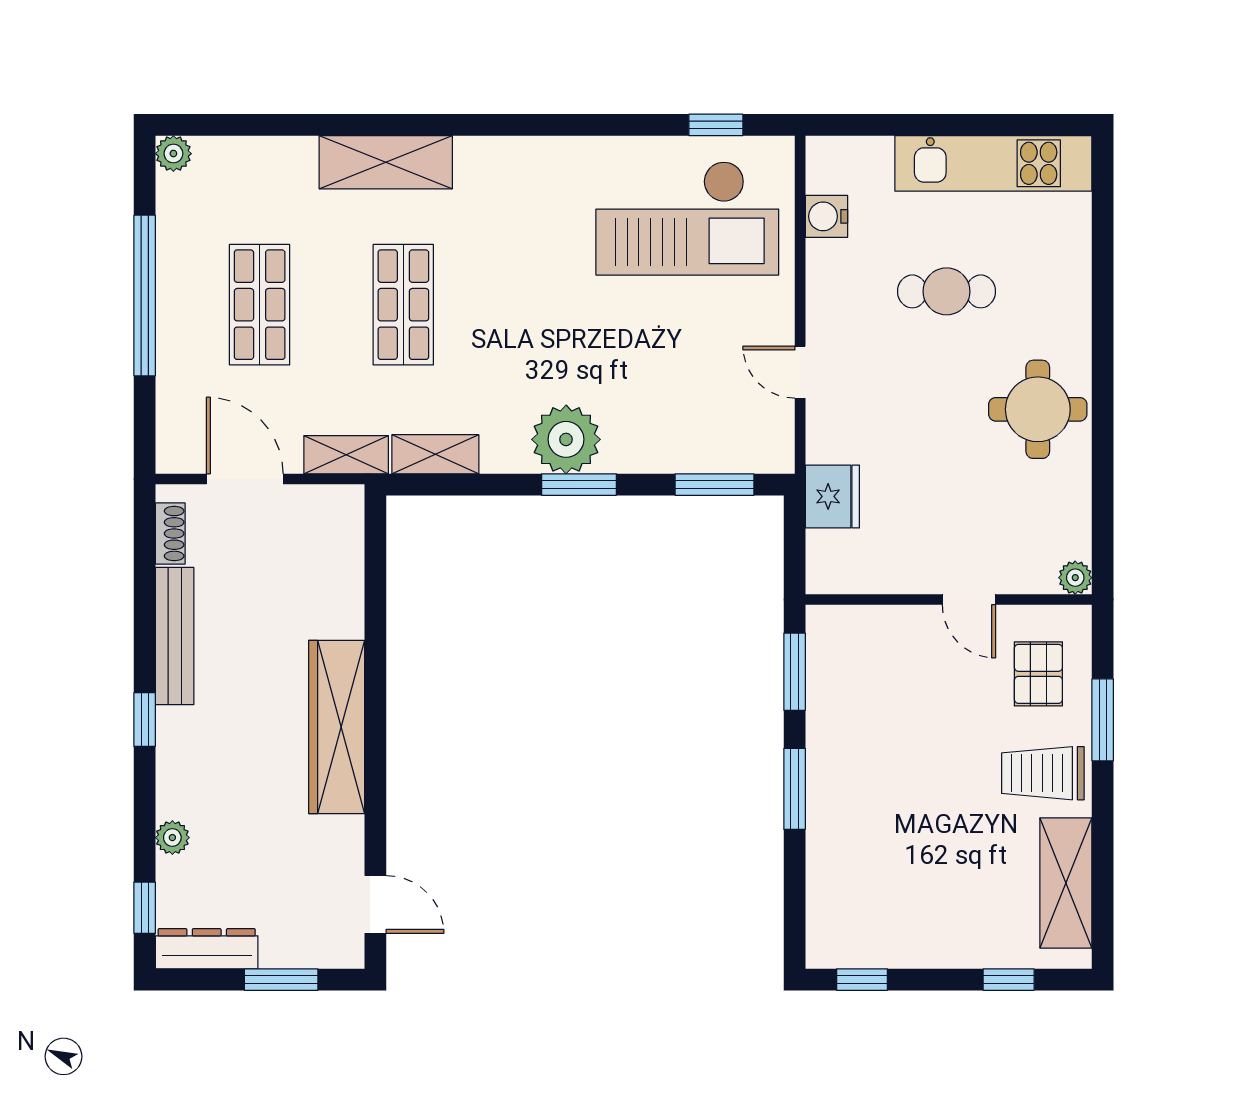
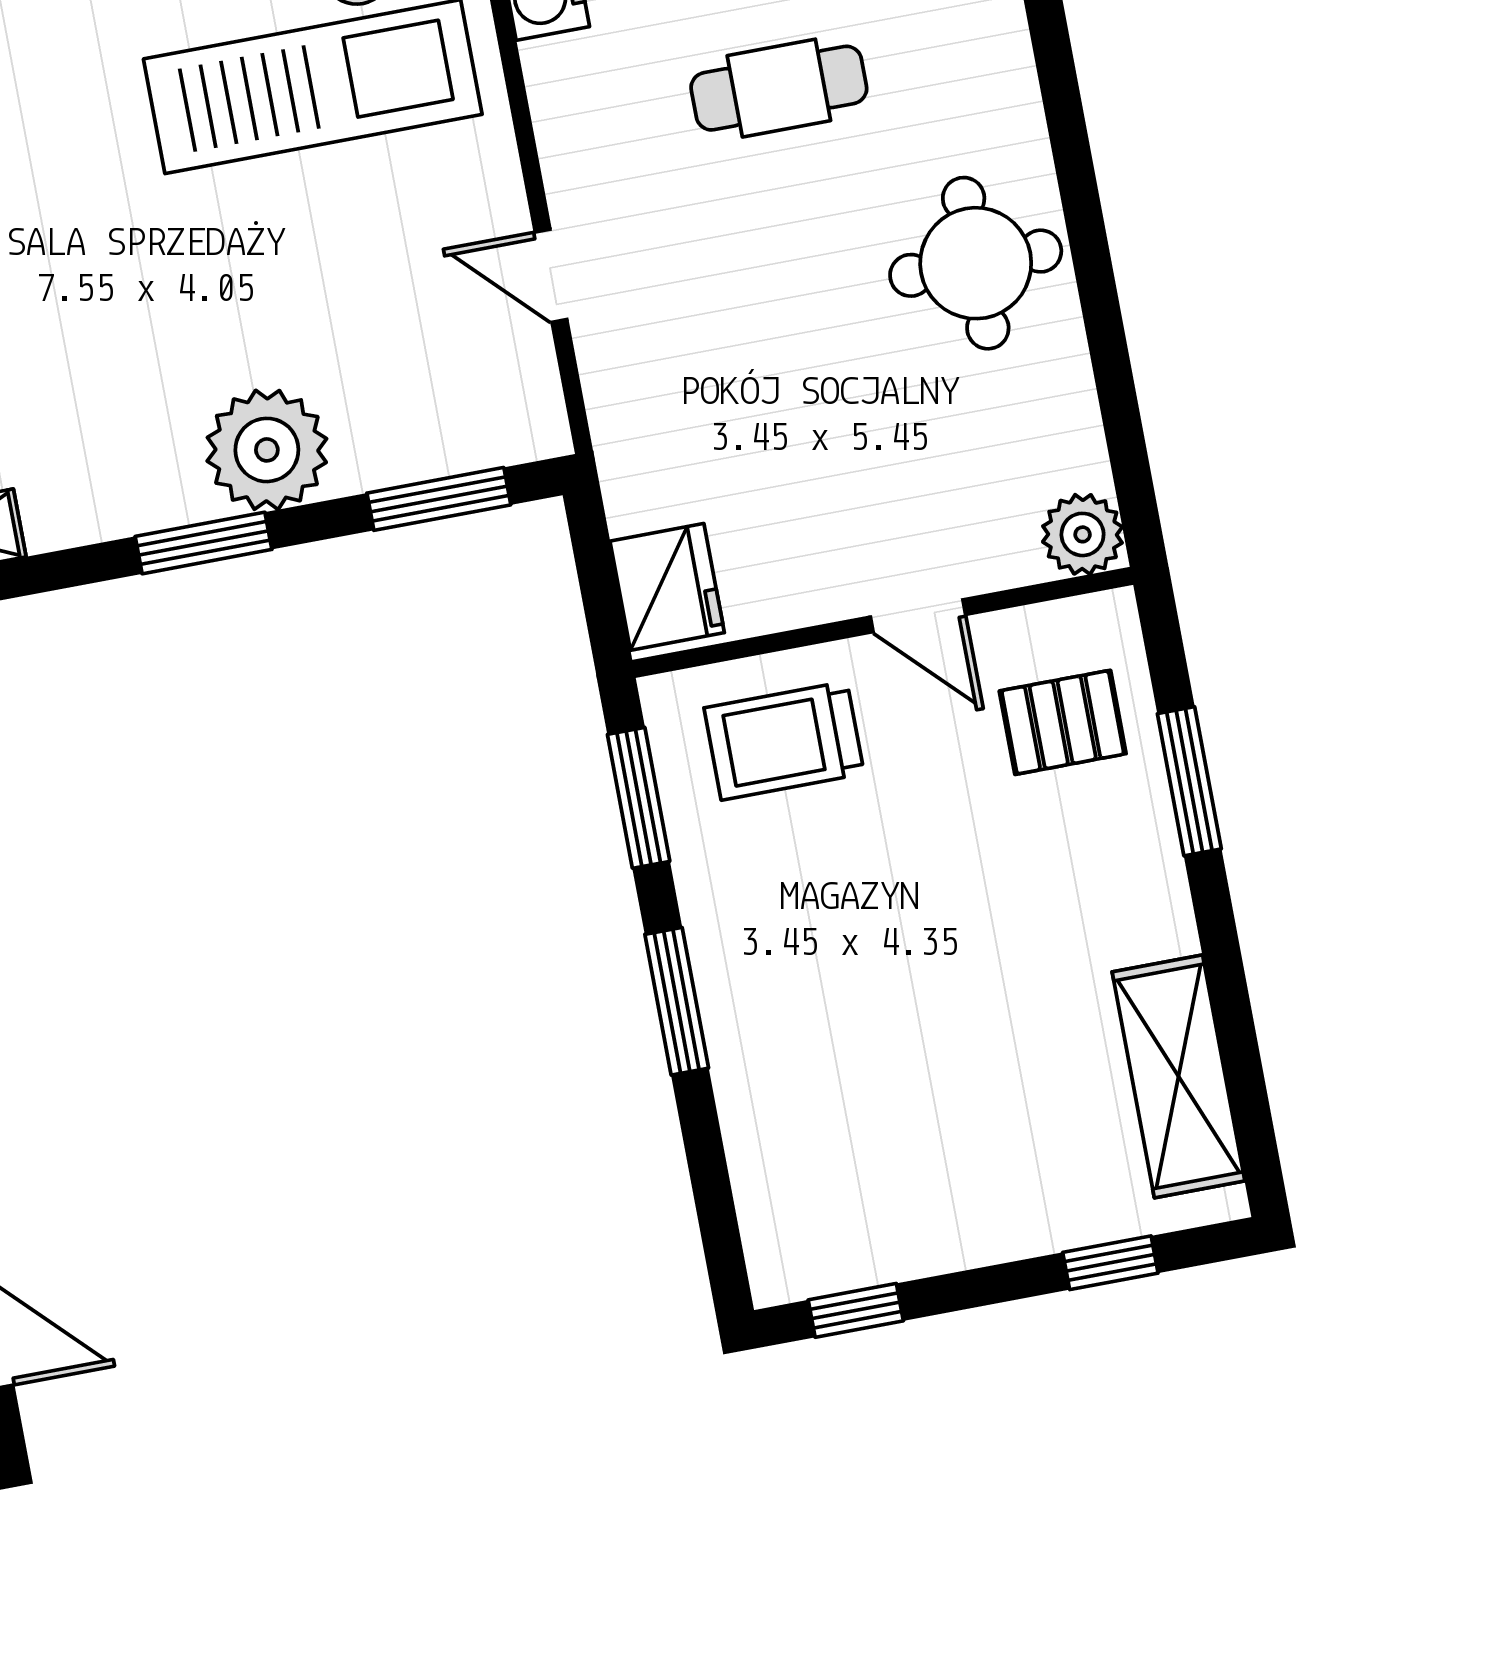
plant: (566, 439) -> (267, 450), moved
fridge: (832, 496) -> (667, 587), moved
plant: (1075, 578) -> (1083, 534), width x1.38, depth x1.38
pallet: (1038, 674) -> (1063, 722), turned 90
trolley: (1043, 773) -> (784, 741), moved

